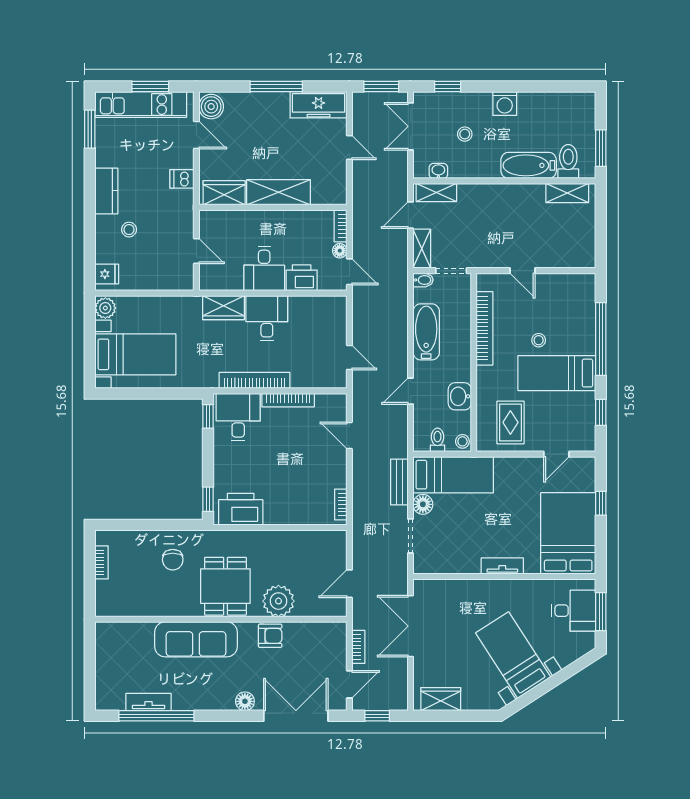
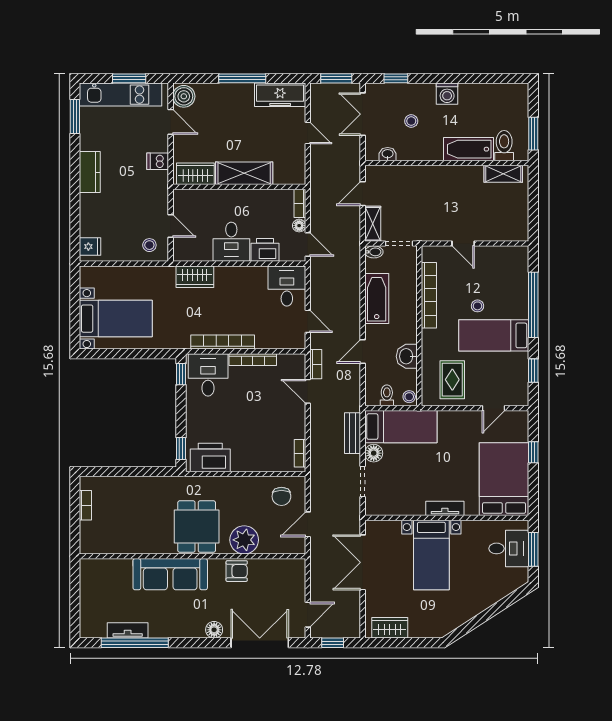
shelving: (436, 192) -> (386, 173), removed
stool: (129, 230) -> (149, 245), moved
plant: (105, 308) -> (89, 277), removed
desk: (267, 318) -> (287, 286), moved
chair: (173, 560) -> (281, 496), moved
bookcase: (358, 647) -> (316, 364), moved
bed with nightstands: (513, 655) -> (431, 555), moved, turned -147

